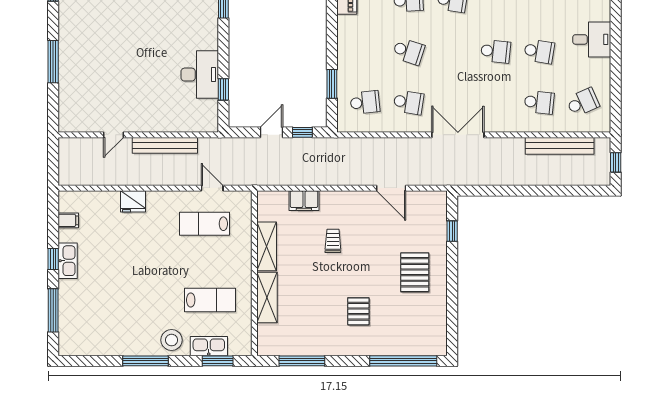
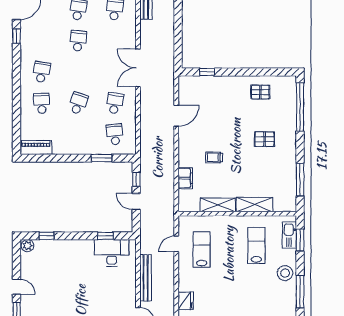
desk: (200, 75) -> (112, 253), moved
lab bench: (204, 224) -> (202, 249), turned 180
pallet: (415, 272) -> (260, 92), moved, width x0.67, depth x0.71
kitchen sink: (209, 346) -> (289, 235), moved

